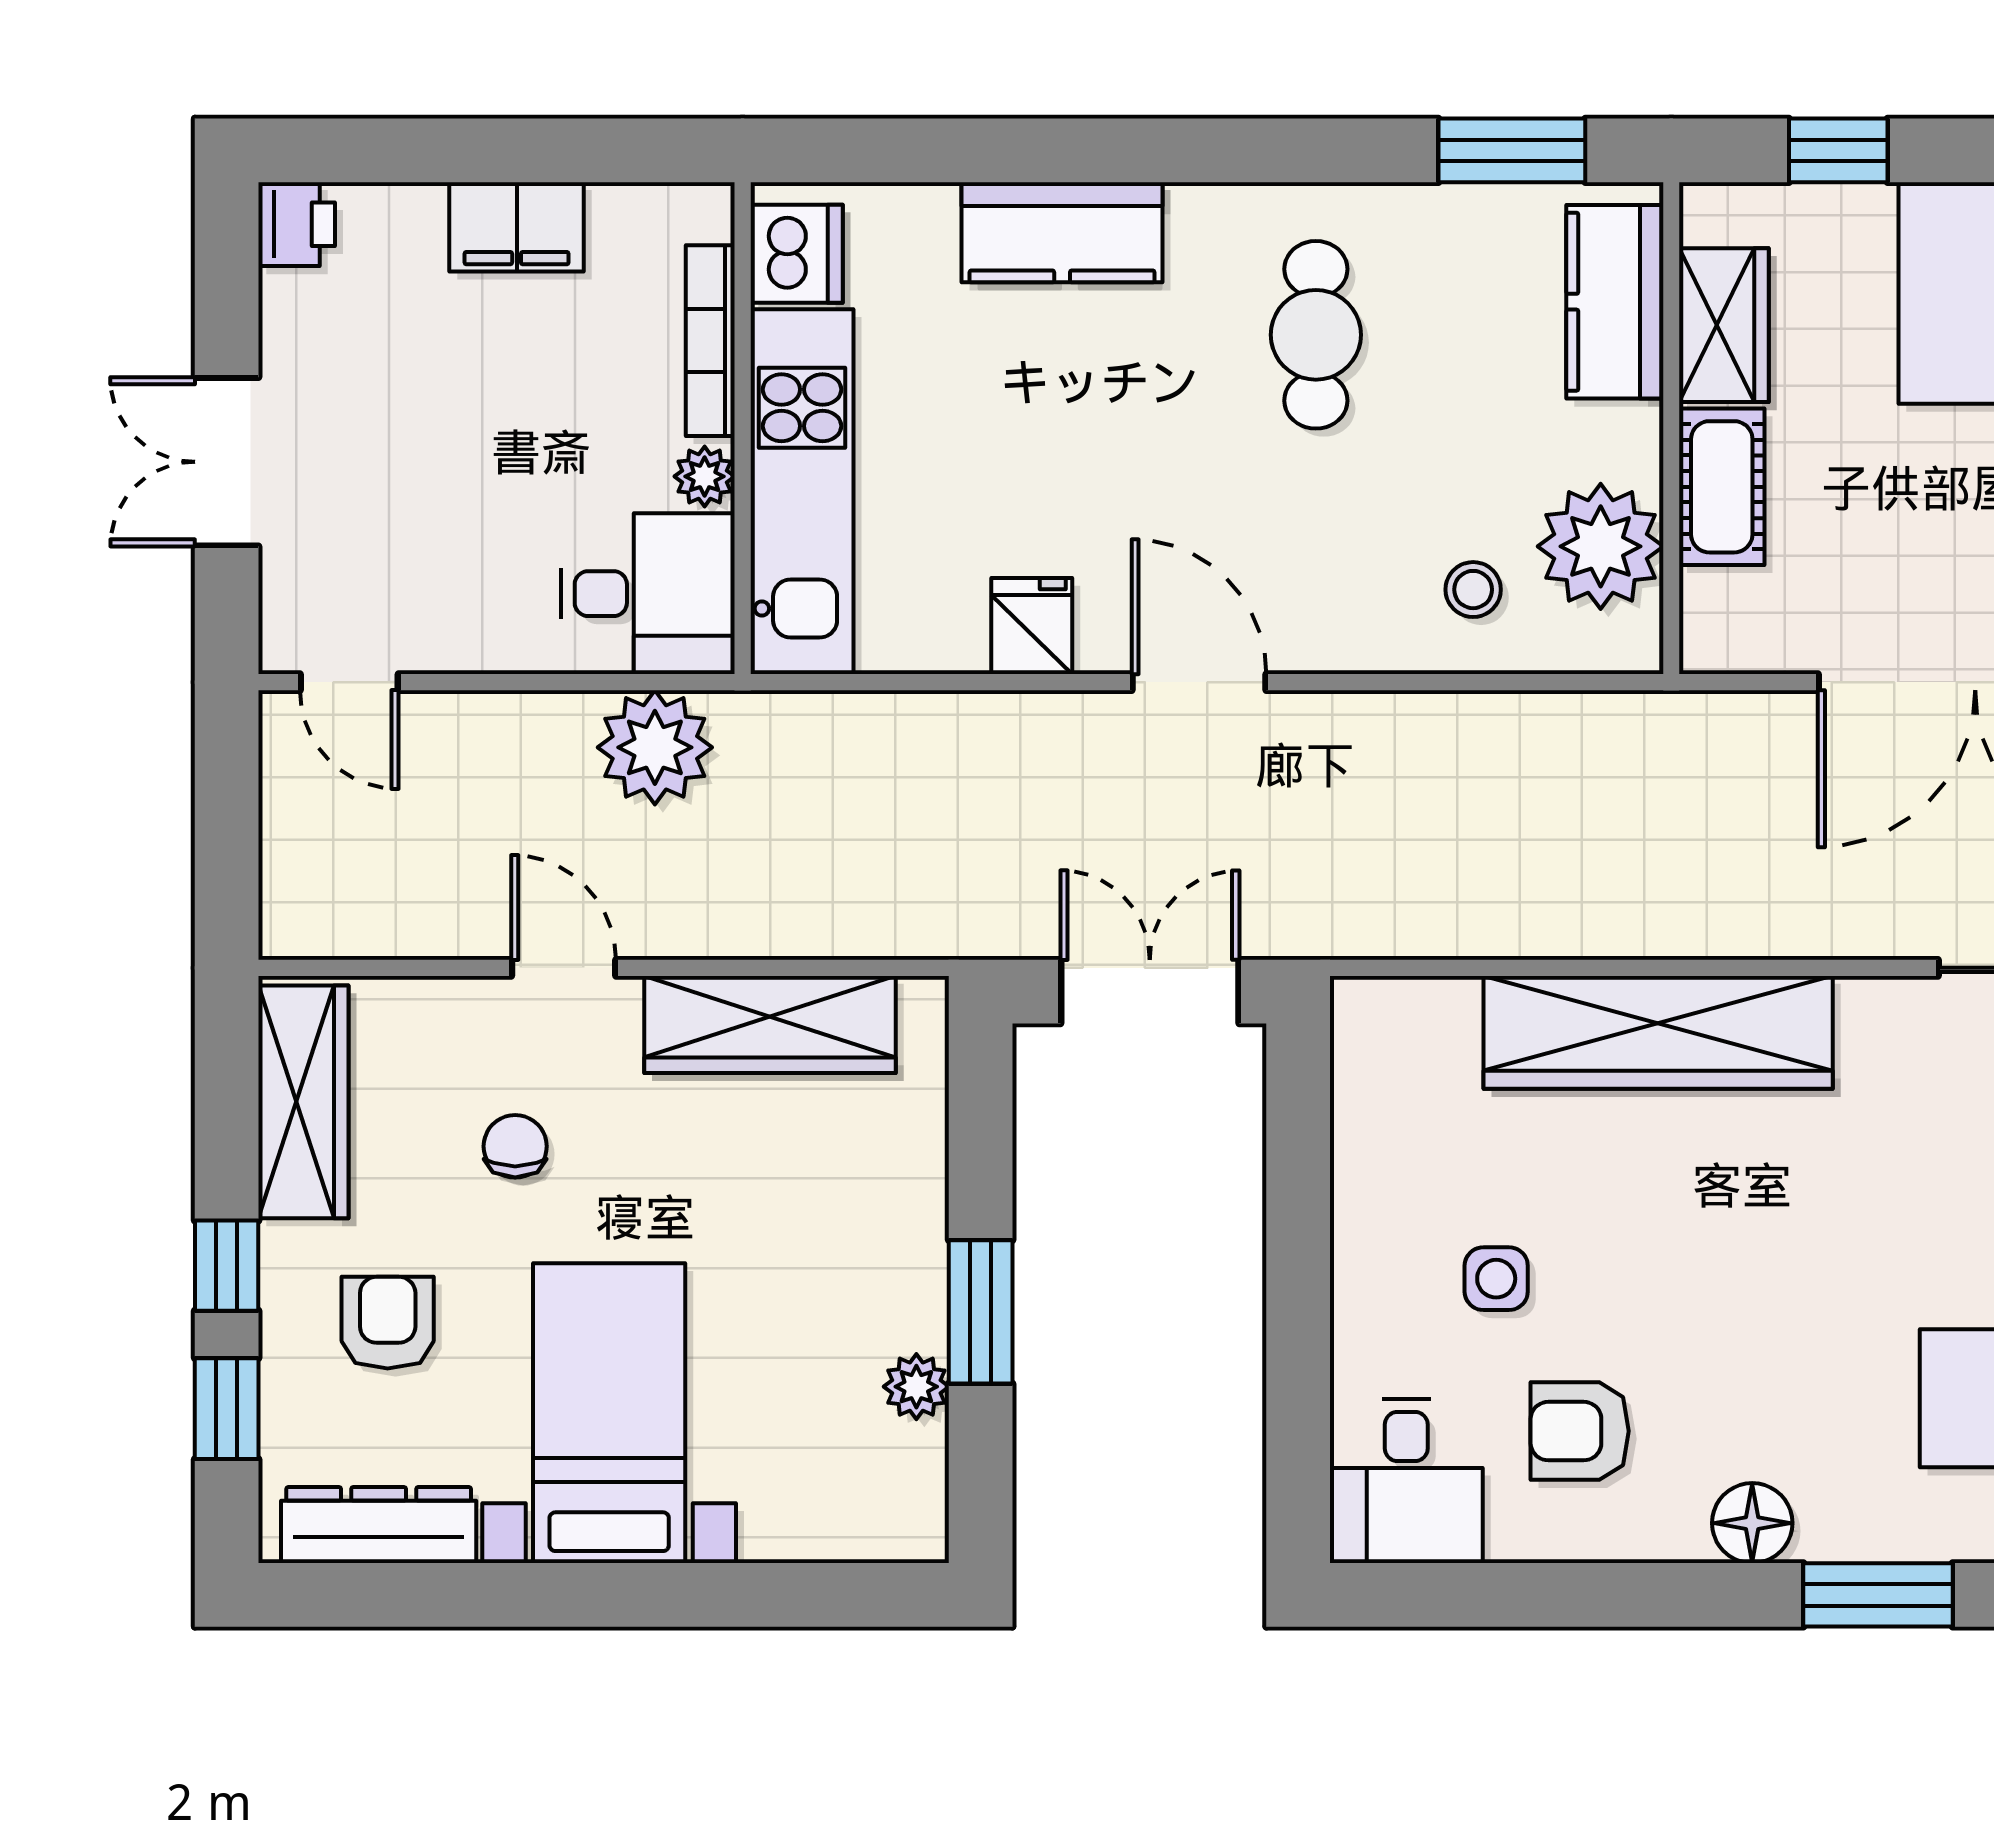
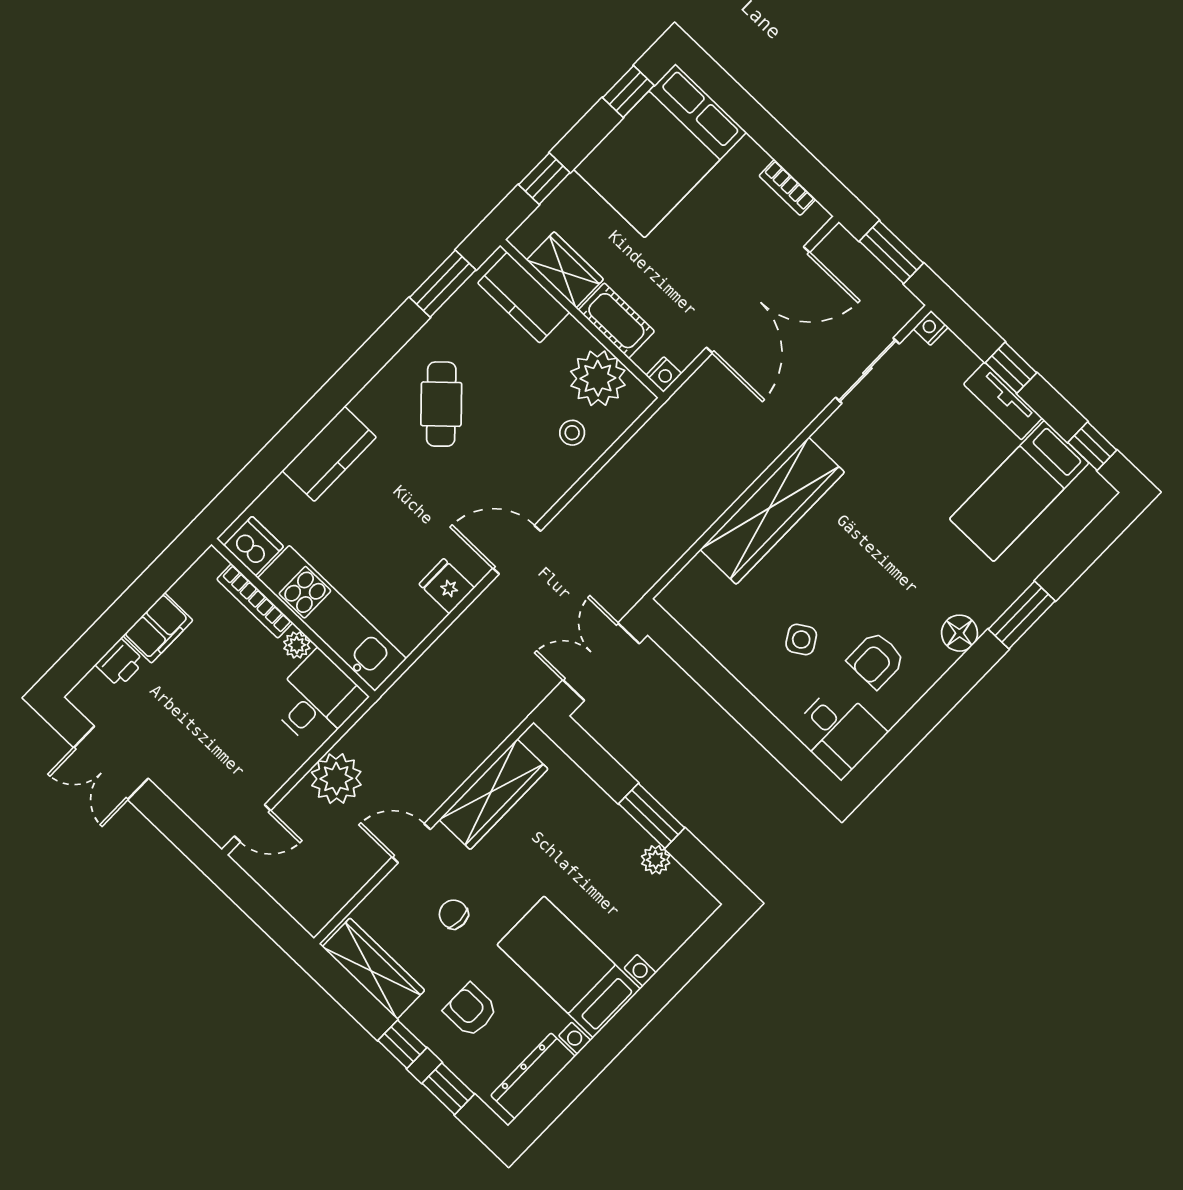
printer: (297, 224) -> (120, 663), moved, turned 90
cafe table: (1316, 335) -> (441, 404), turned 47
double door: (227, 462) -> (111, 763), moved
nightstand: (1709, 646) -> (664, 375), added
plant: (655, 747) -> (336, 779), moved
side table: (1496, 1279) -> (801, 640), turned -32

